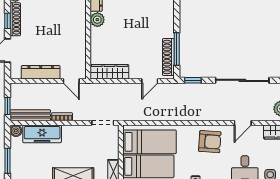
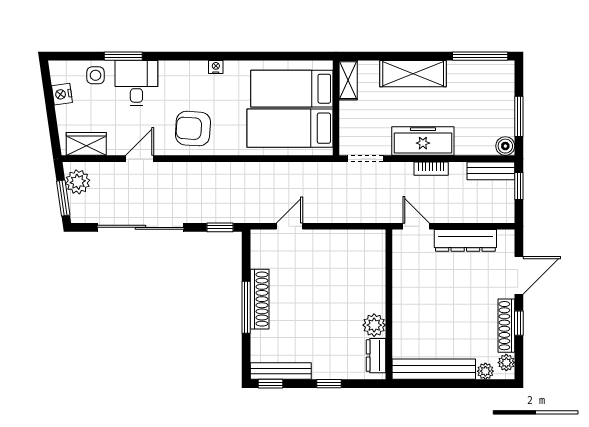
window: (177, 49) -> (246, 307), moved
shoe rack: (168, 57) -> (260, 299), moved
wardrobe: (110, 72) -> (354, 241), removed
bench: (30, 115) -> (491, 171), width x0.73
freezer: (42, 134) -> (423, 141), moved
window: (7, 161) -> (519, 116), moved

